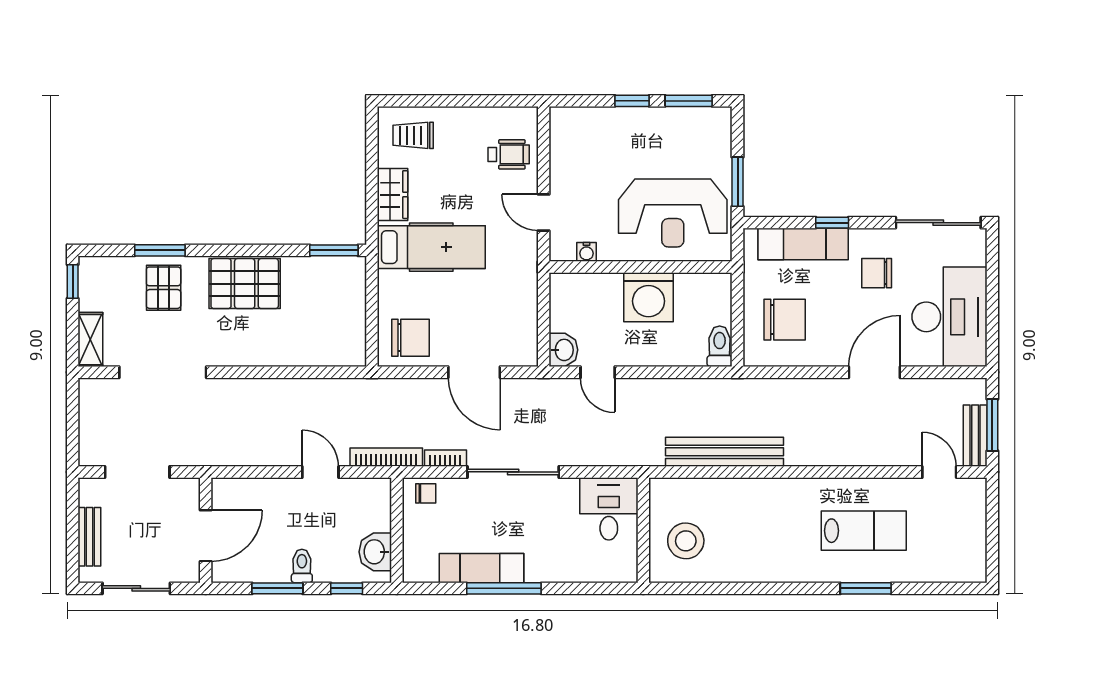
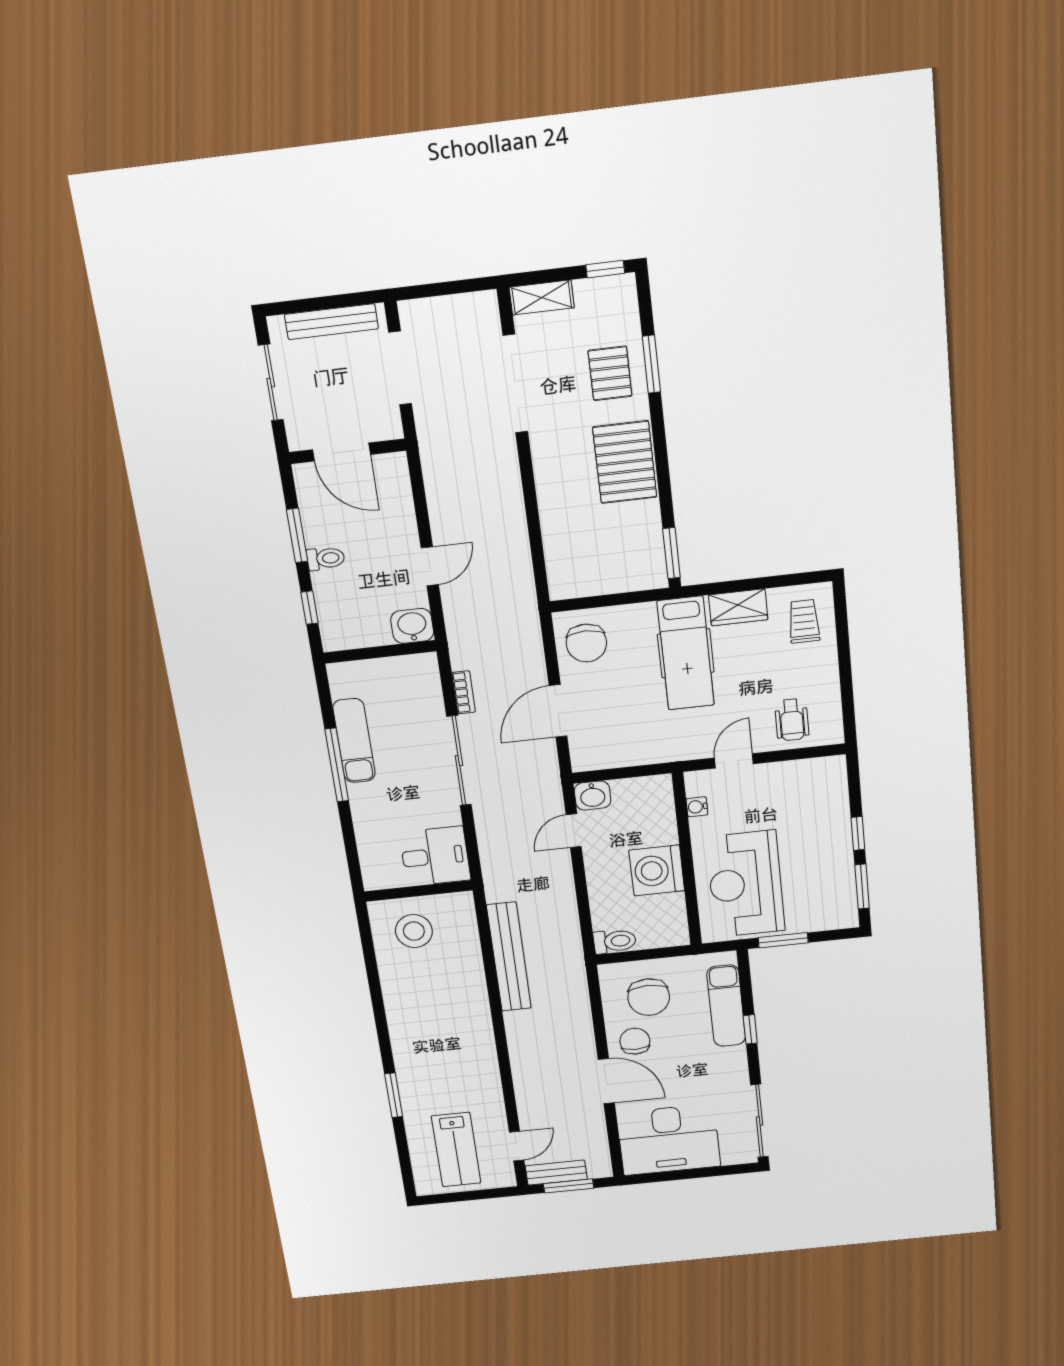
chair: (877, 273) -> (635, 1041), moved
pallet: (164, 288) -> (610, 373), turned 90
bookcase: (386, 457) -> (456, 632), removed
chair: (426, 493) -> (423, 677), removed
lab bench: (864, 531) -> (456, 1150), moved
bench: (89, 537) -> (331, 322), width x1.36
washbasin: (375, 552) -> (412, 626), moved

